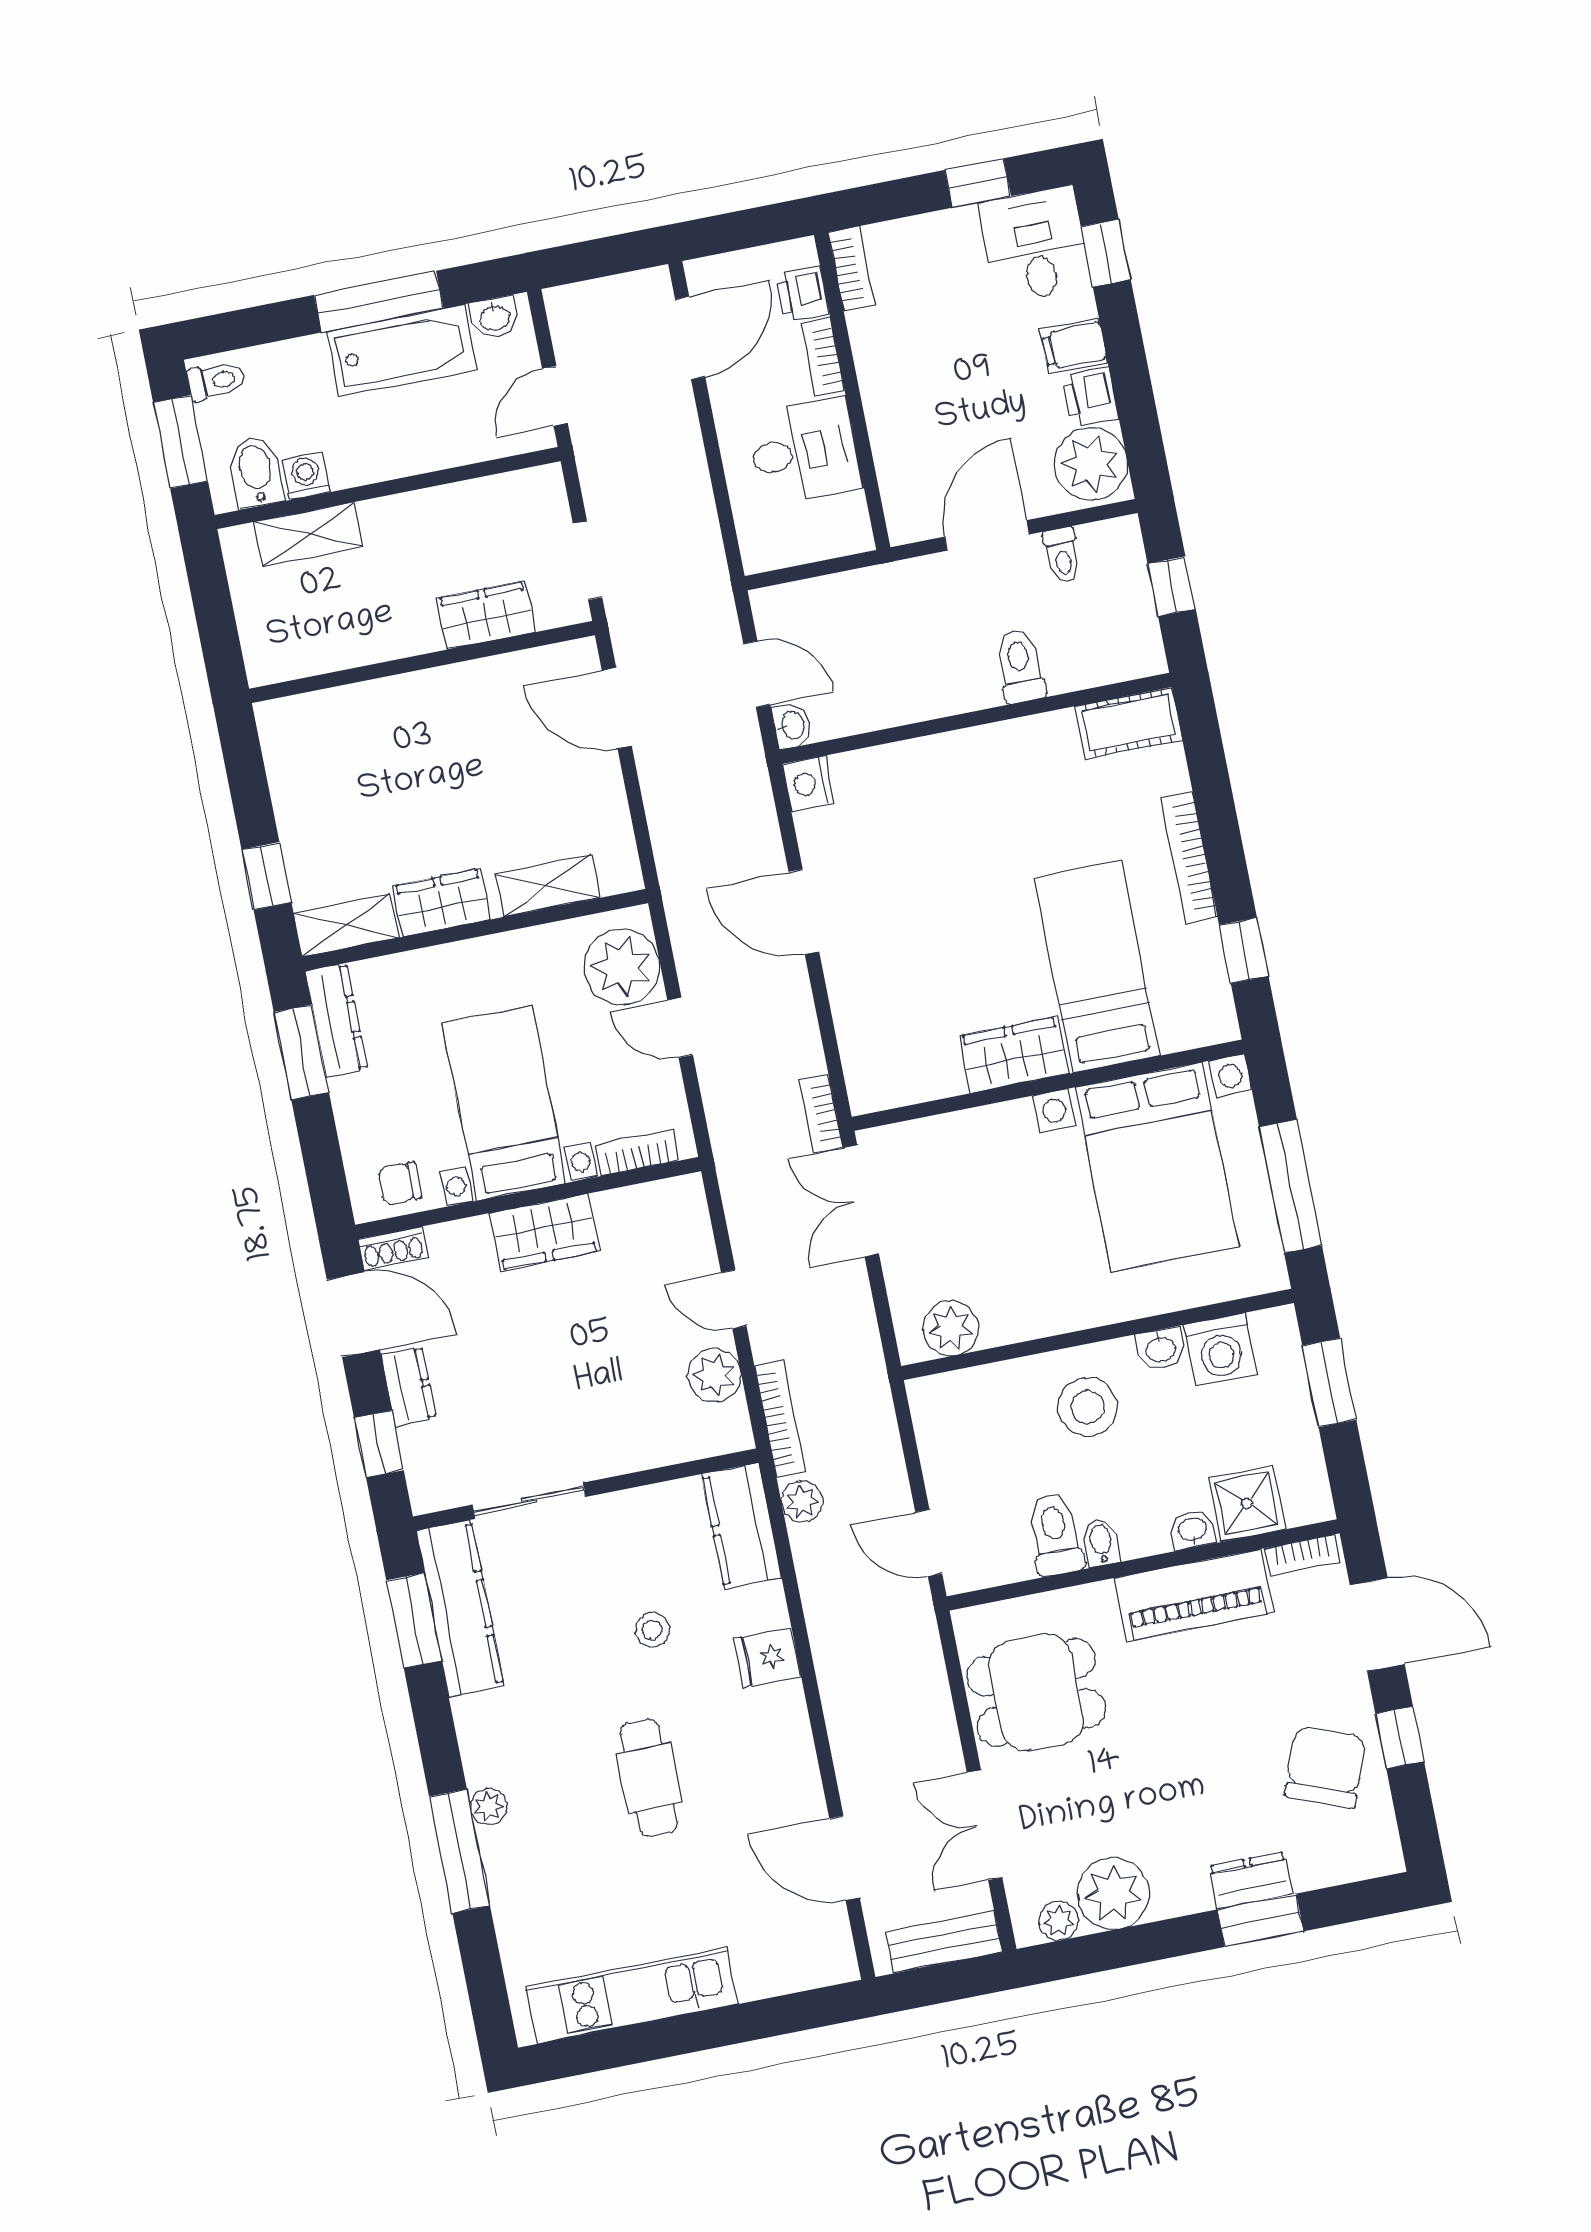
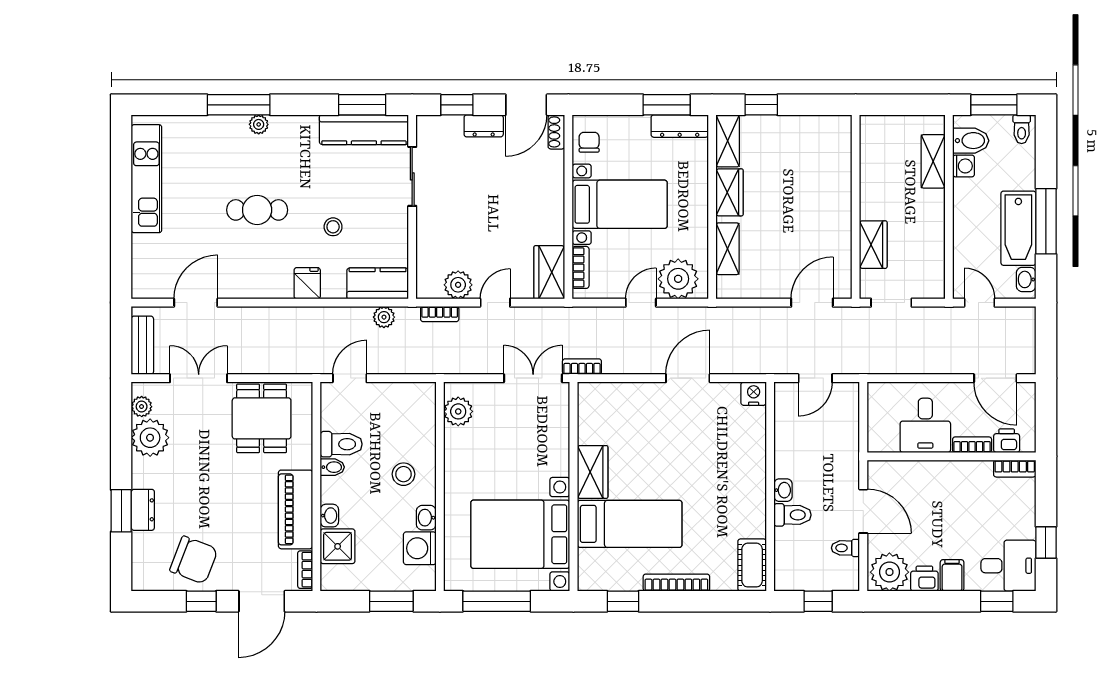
washbasin: (792, 725) -> (783, 490), moved, turned -90
wardrobe: (545, 1232) -> (549, 272), moved
stool: (1088, 1407) -> (404, 474), width x0.73, depth x0.73
bookcase: (780, 1419) -> (440, 314), width x0.64

